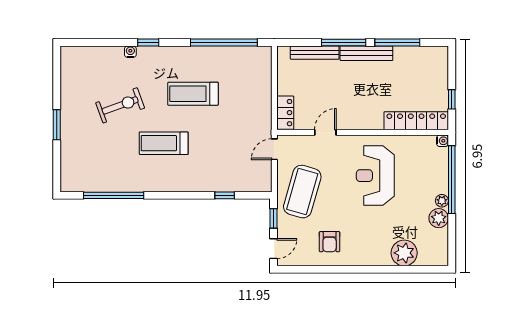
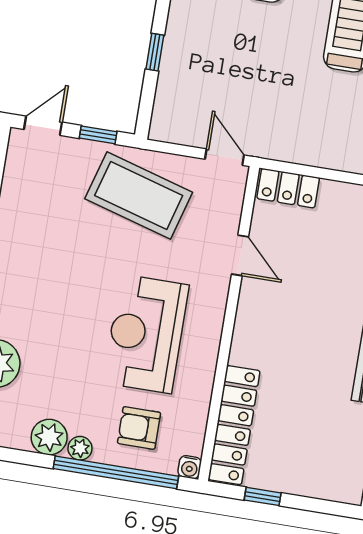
reception desk: (375, 176) -> (146, 334), turned -90
armchair: (330, 242) -> (139, 428), moved
door: (274, 249) -> (43, 126), swing flipped

